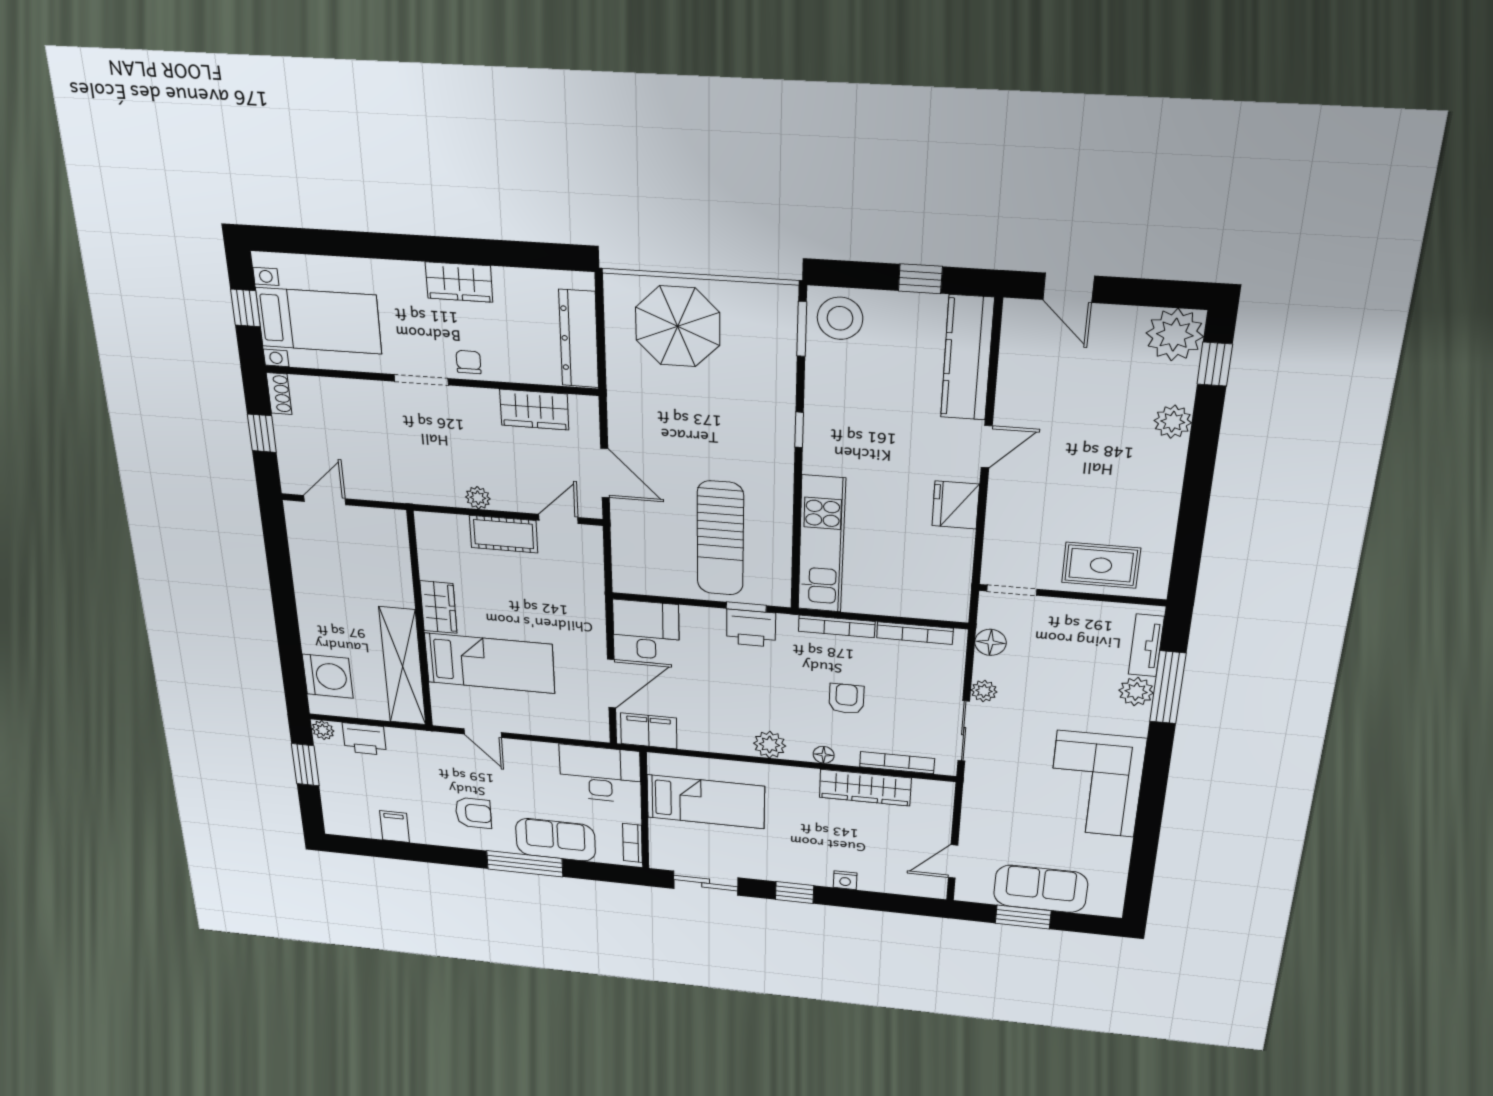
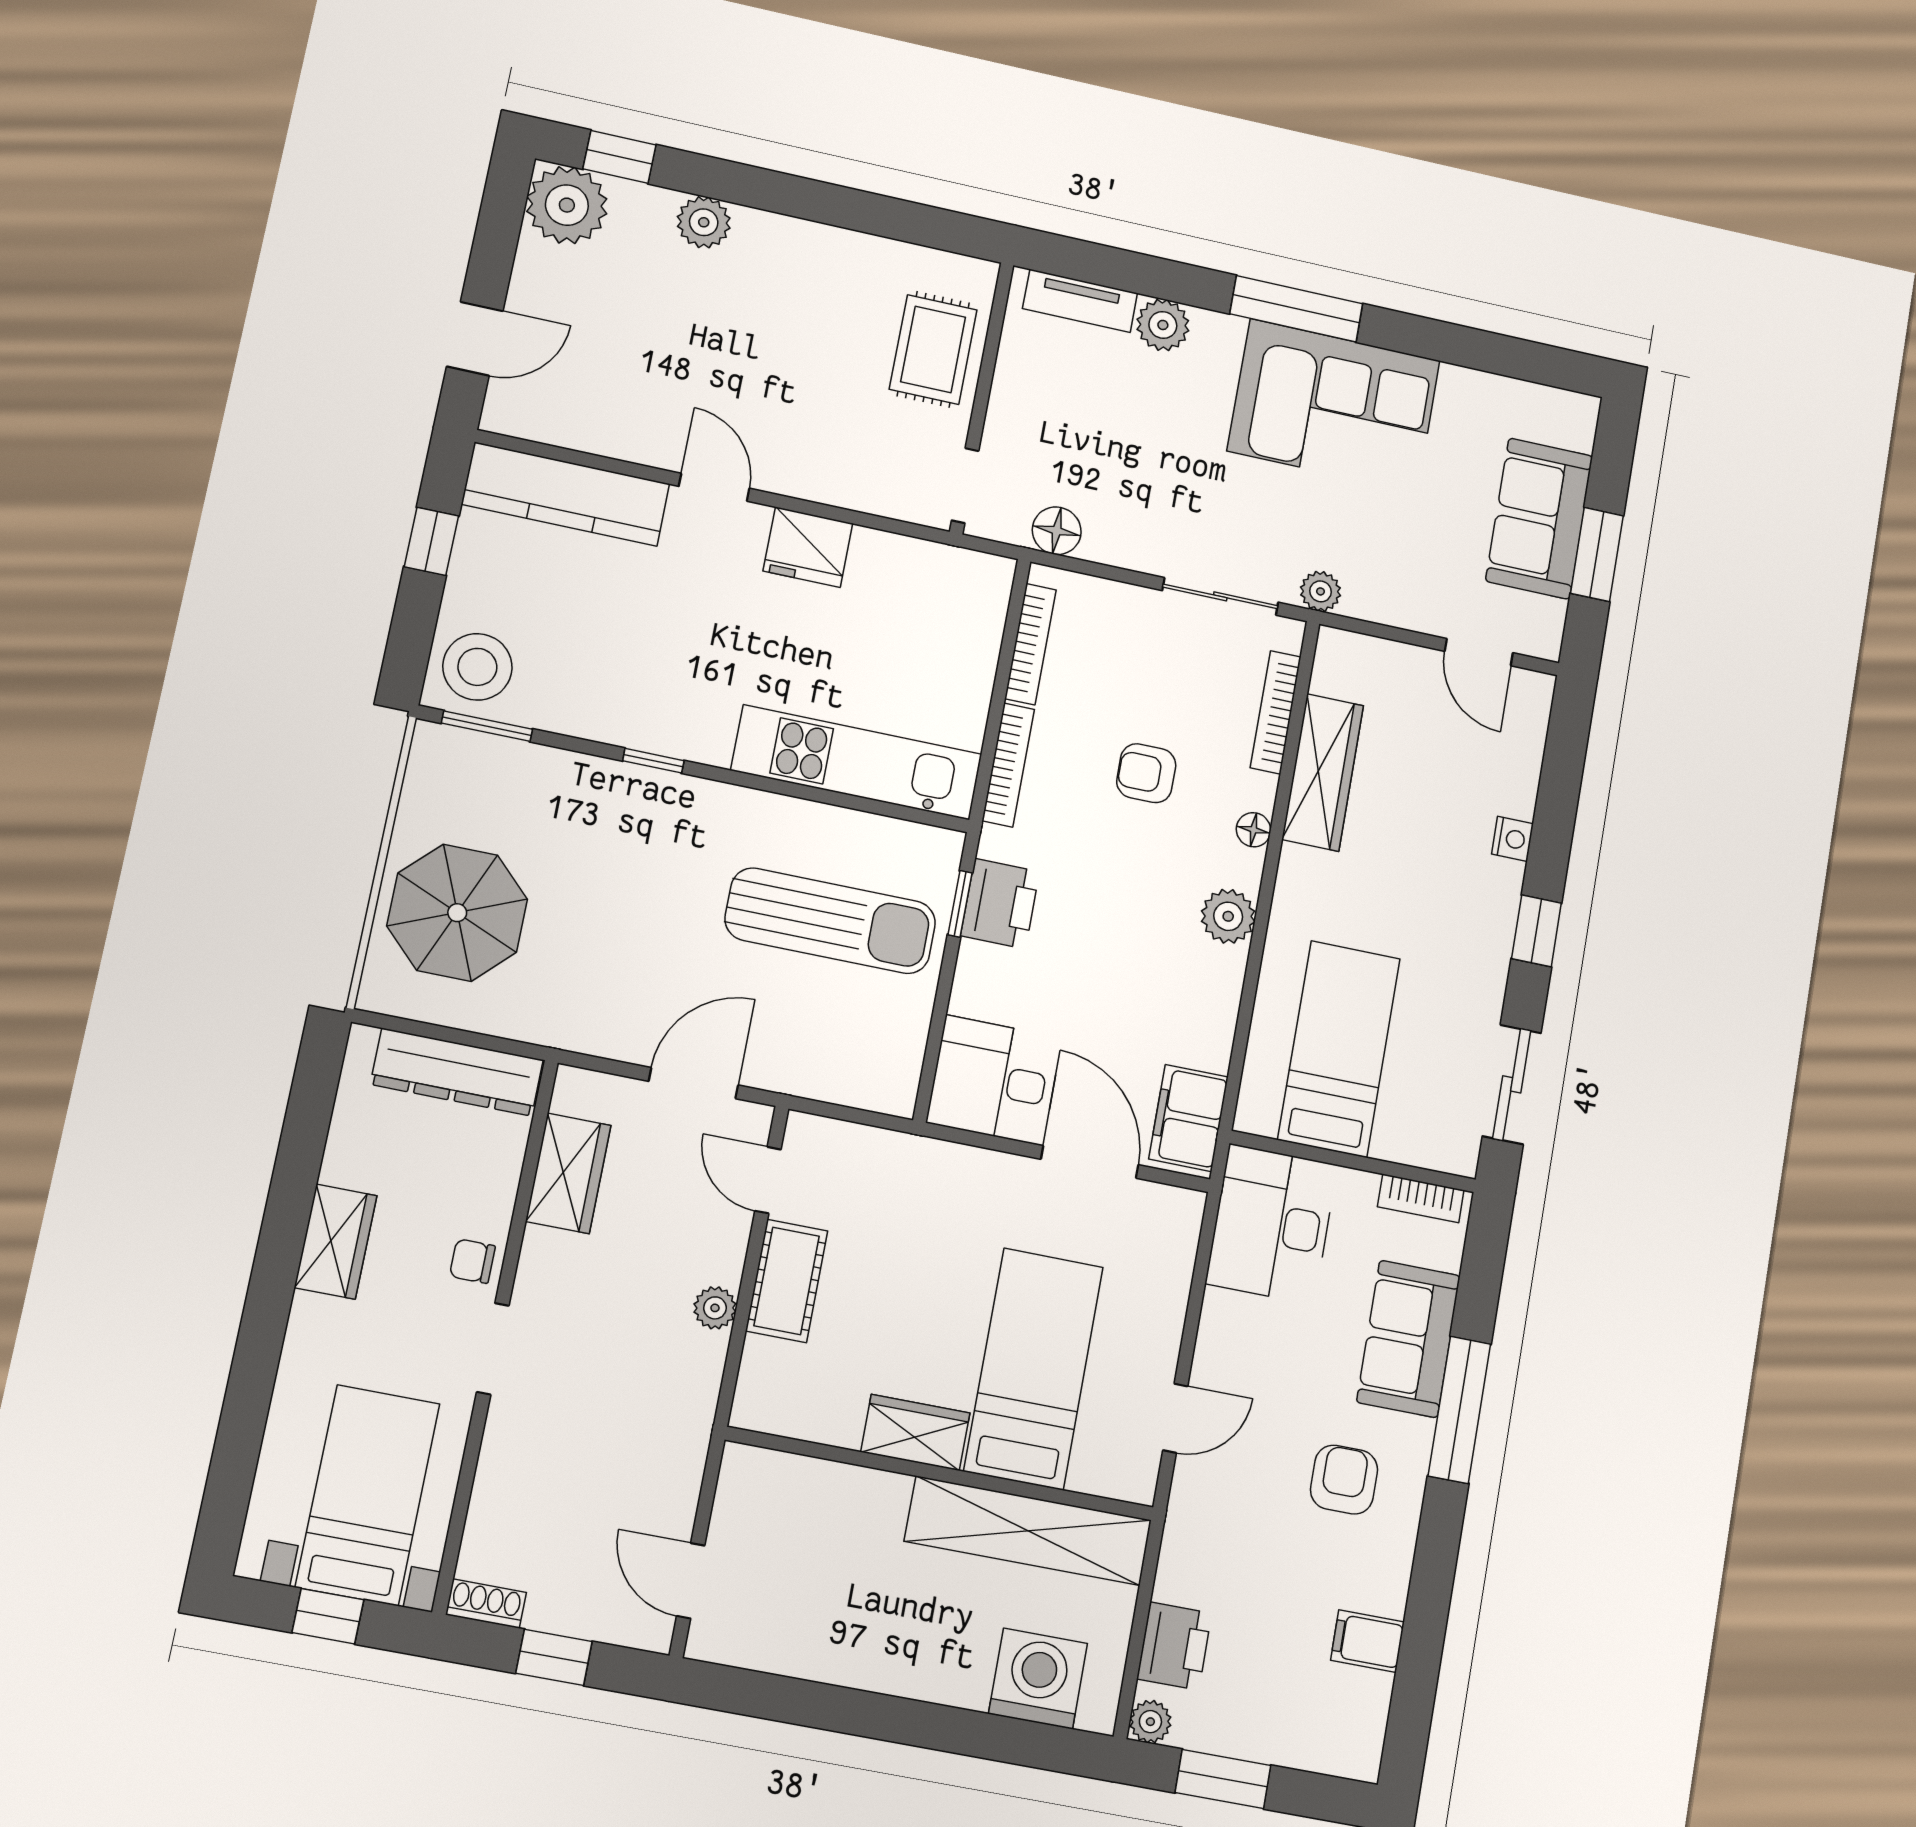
window: (1168, 687) -> (1296, 309), moved
plant: (984, 691) -> (1320, 591), moved

